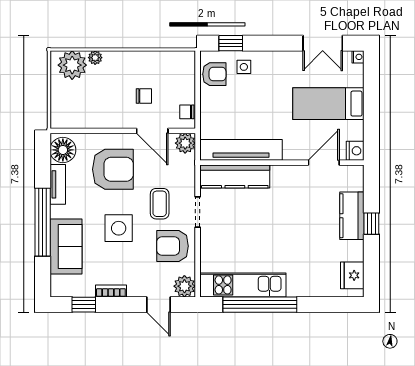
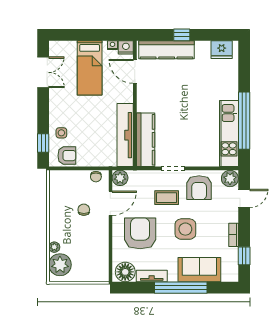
nightstand: (358, 57) -> (112, 45), moved
armchair: (214, 74) -> (67, 156), turned 90
kitchen counter: (352, 216) -> (167, 50), width x1.50

